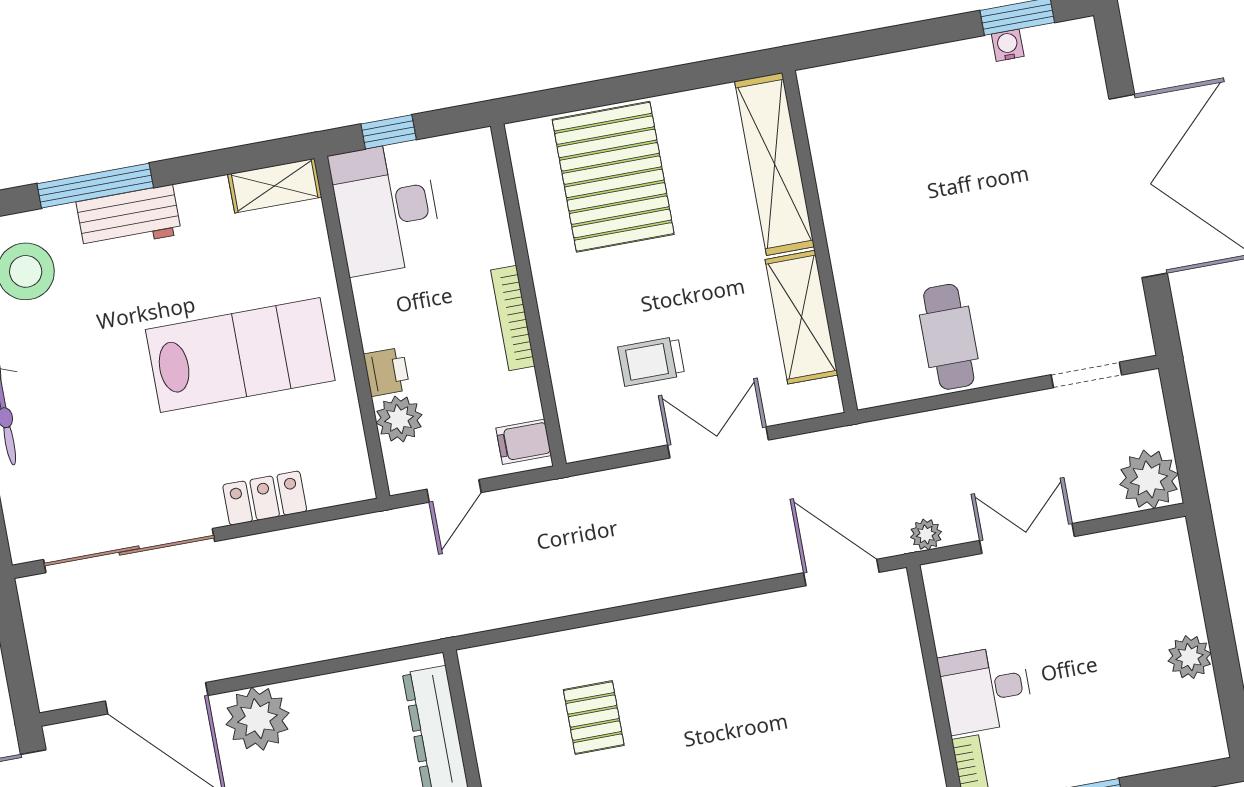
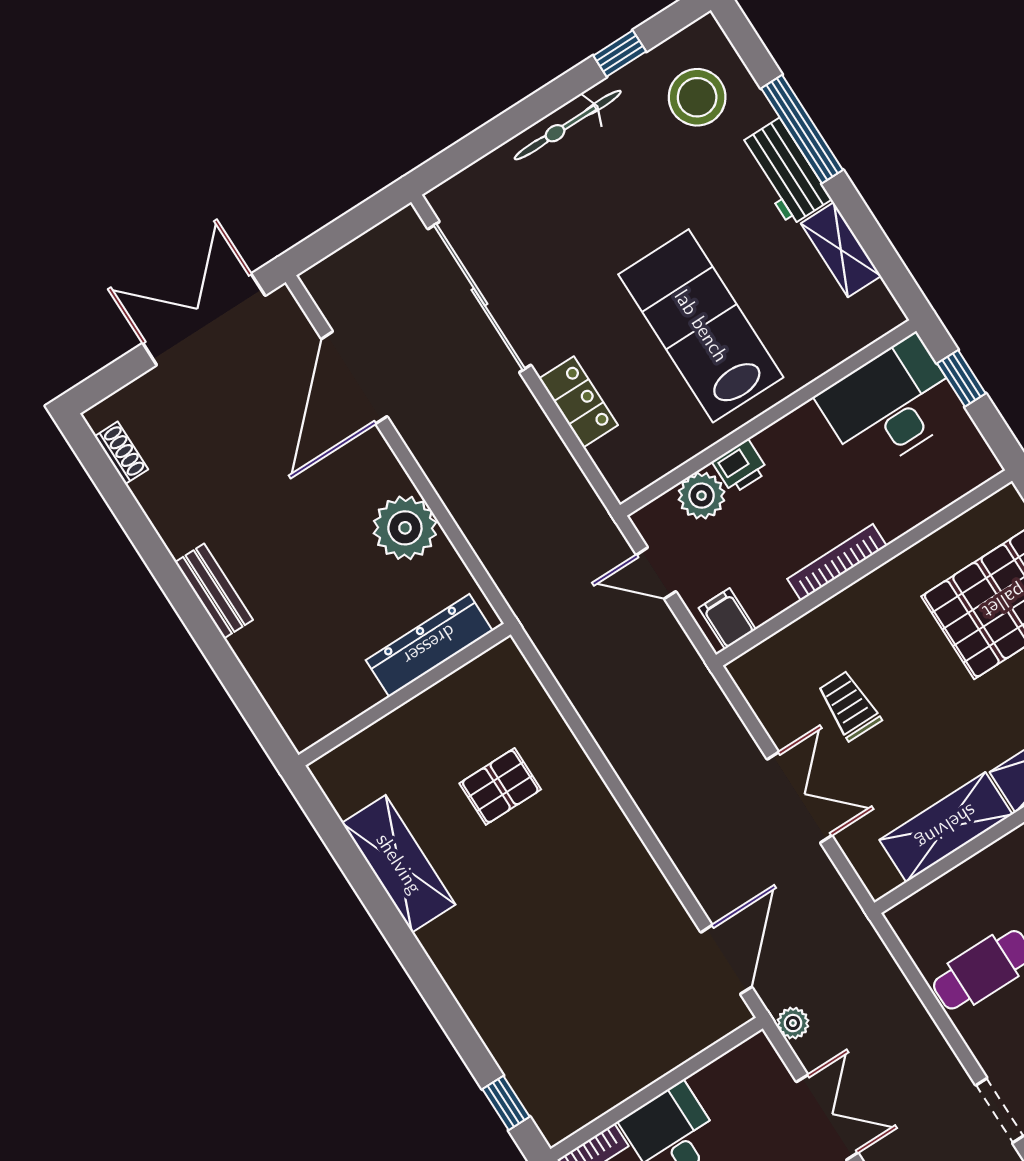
shelving: (275, 186) -> (841, 250), moved
lab bench: (240, 355) -> (701, 326), turned 180
plant: (258, 719) -> (405, 528), moved

